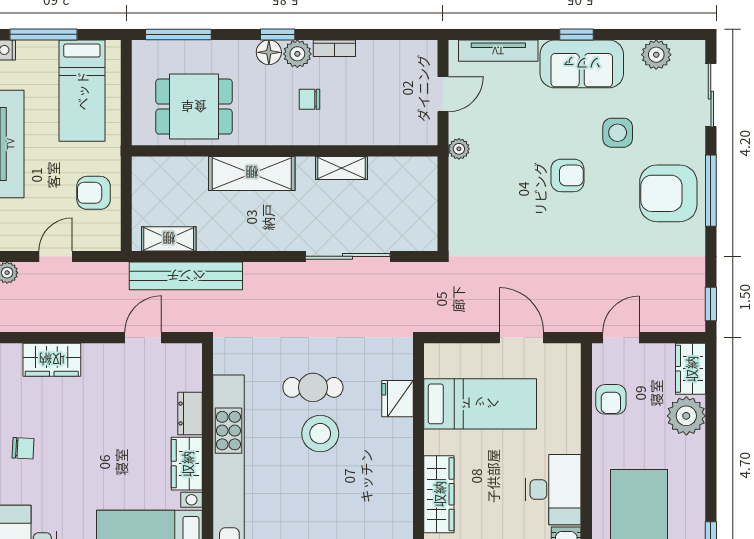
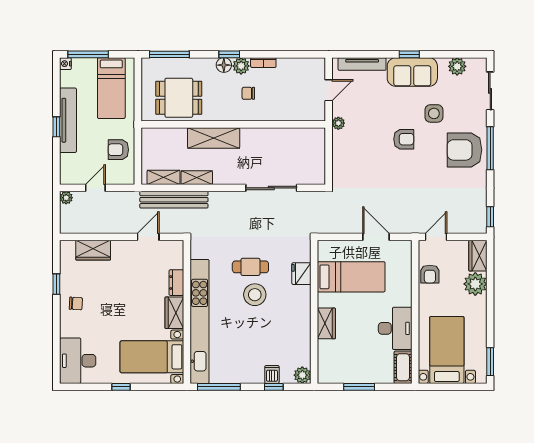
shelving: (341, 168) -> (197, 178), moved
wardrobe: (439, 494) -> (326, 323), width x0.67

